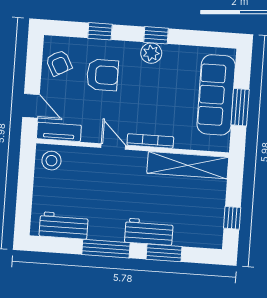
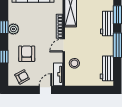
stool: (51, 161) -> (74, 63), moved

